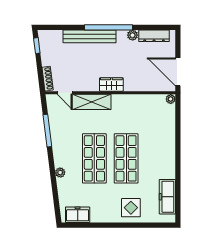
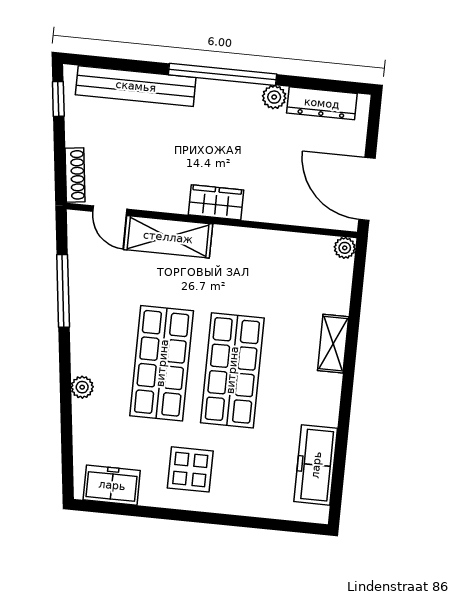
bench: (90, 36) -> (136, 86), moved
shelving: (170, 142) -> (333, 344), added
display table: (131, 208) -> (190, 469), moved

